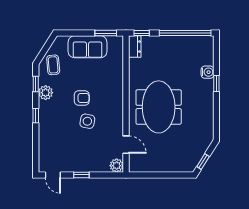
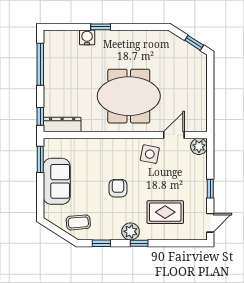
window: (185, 33) -> (40, 64), width x0.68
dresser: (135, 47) -> (62, 125), width x1.44
plant: (46, 93) -> (131, 231), moved
side table: (87, 121) -> (150, 154), moved
rug: (62, 137) -> (165, 212), added

